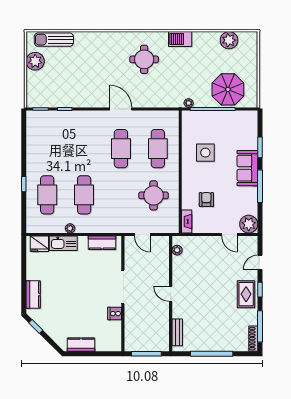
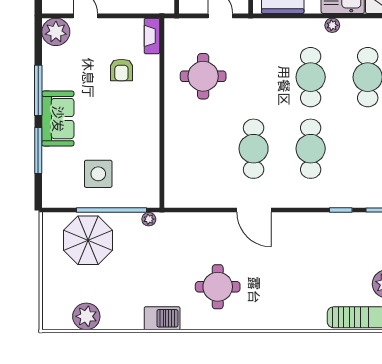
window: (260, 147) -> (38, 151), width x1.44
cafe table: (158, 149) -> (311, 149), moved
side table: (205, 153) -> (98, 174), moved

